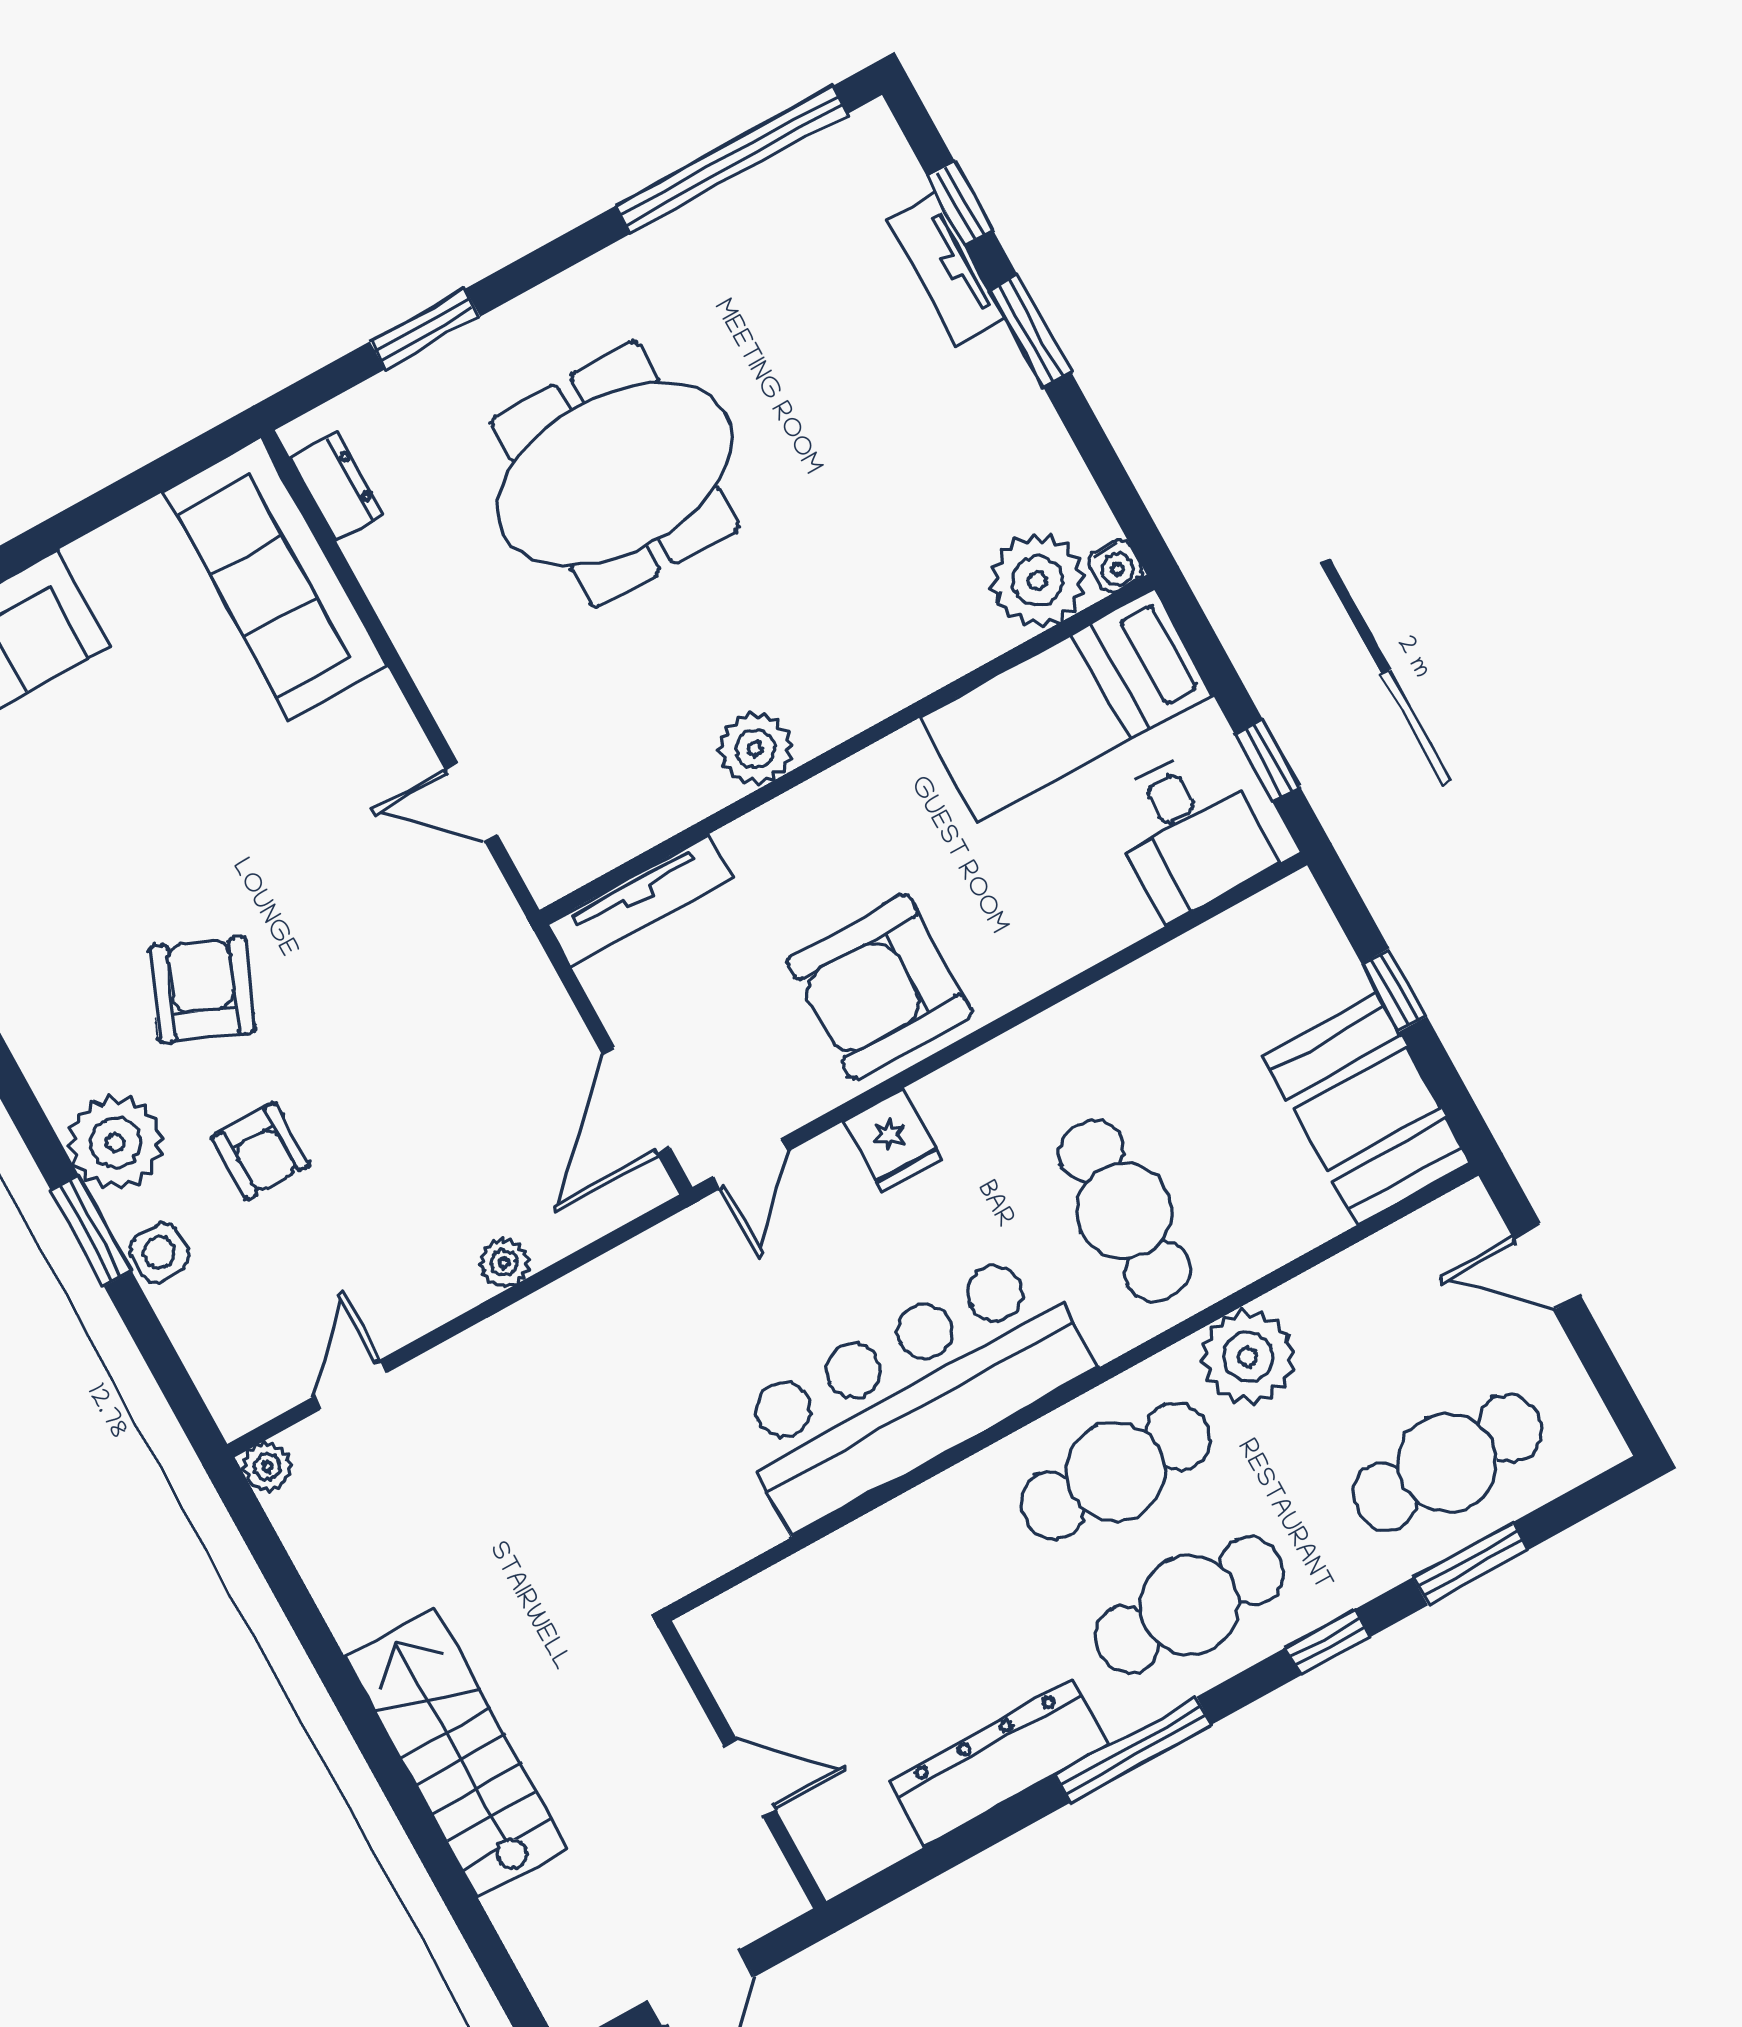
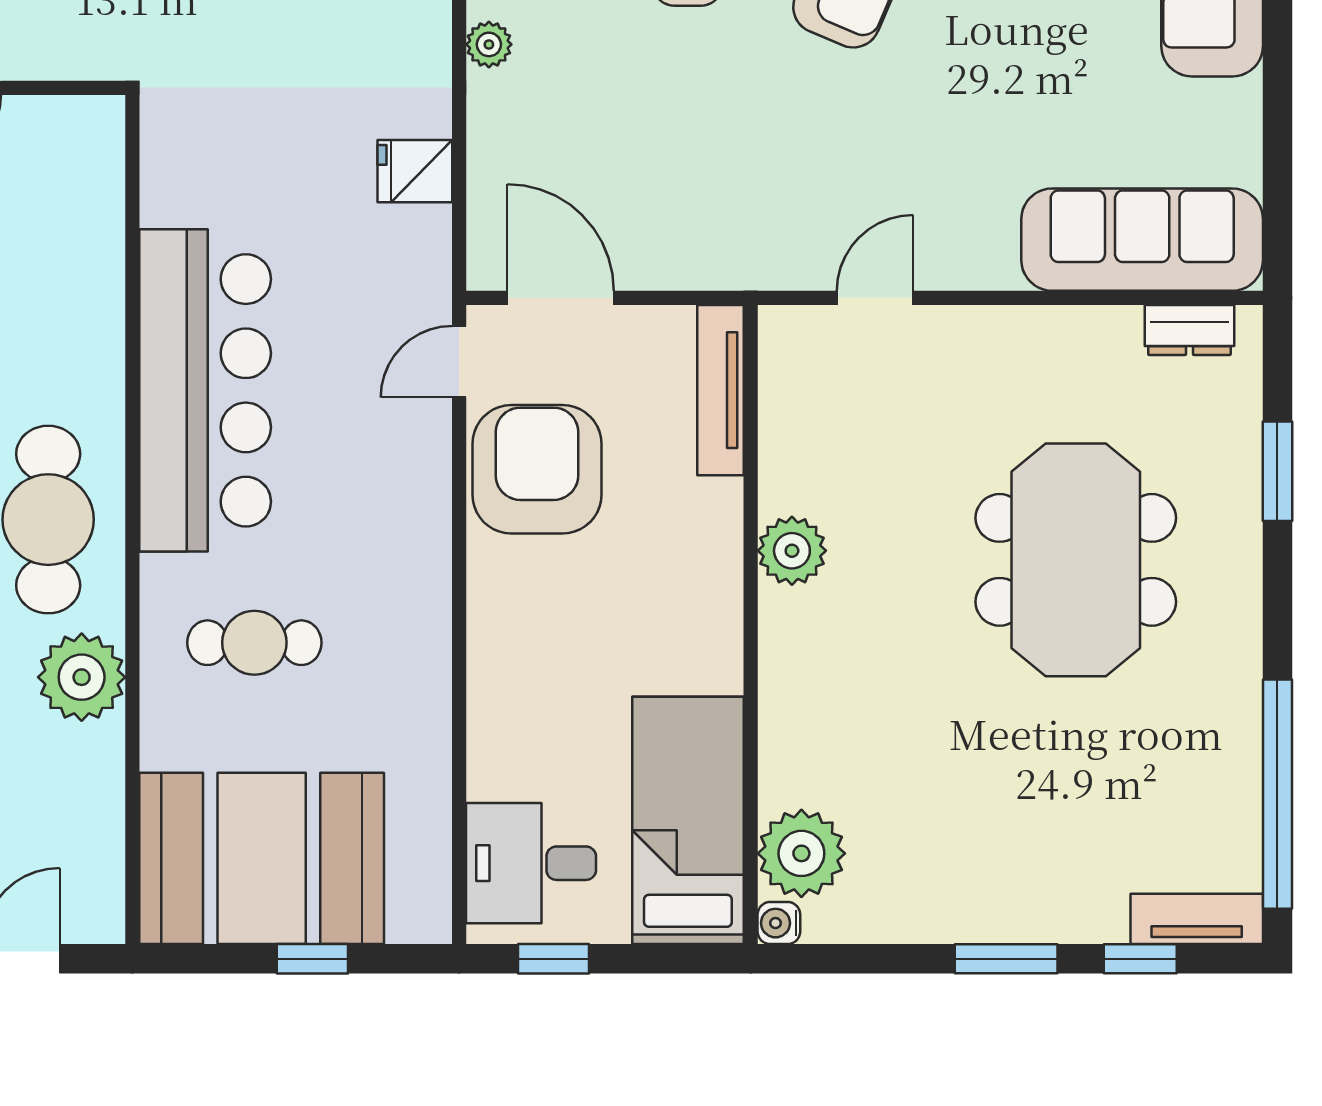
tv unit: (947, 269) -> (1197, 919), moved
armchair: (880, 987) -> (537, 469), moved
booth: (1367, 1108) -> (262, 858), width x1.36, depth x1.42
fridge: (892, 1140) -> (415, 171), moved
door: (750, 1164) -> (459, 362), hinge flipped
cafe table: (1124, 1211) -> (254, 643), width x0.73, depth x0.74
plant: (504, 1263) -> (489, 44), moved

